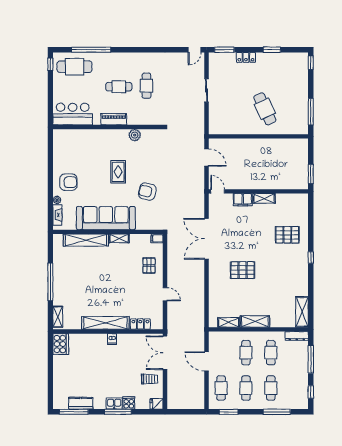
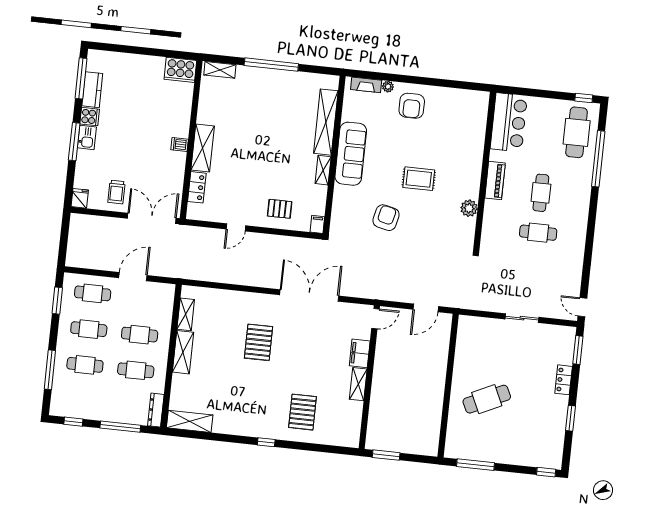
sofa: (106, 218) -> (351, 154), width x0.74, depth x0.79
shelving: (105, 323) -> (203, 148), width x0.68
cooker: (129, 403) -> (90, 117), moved

